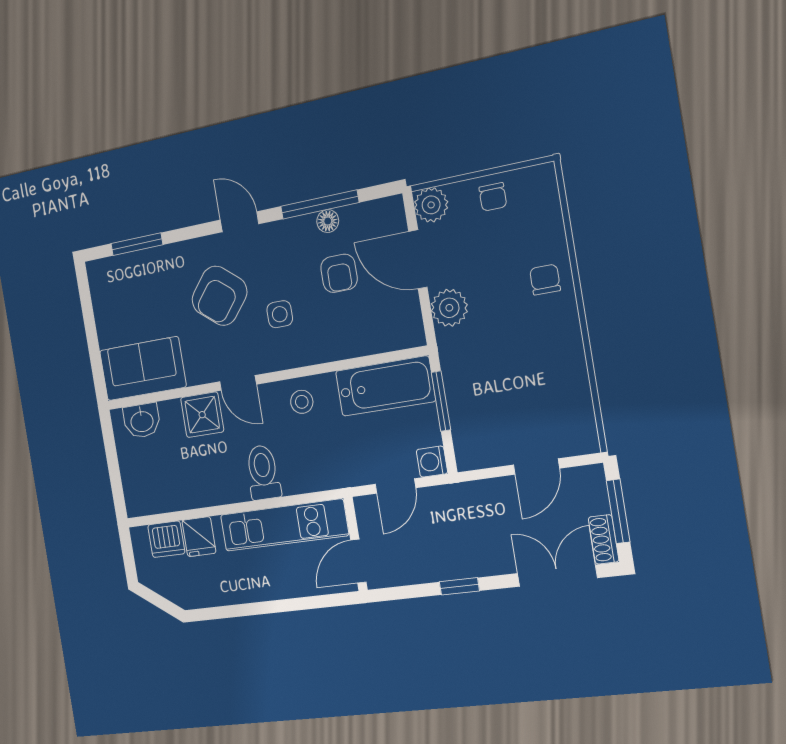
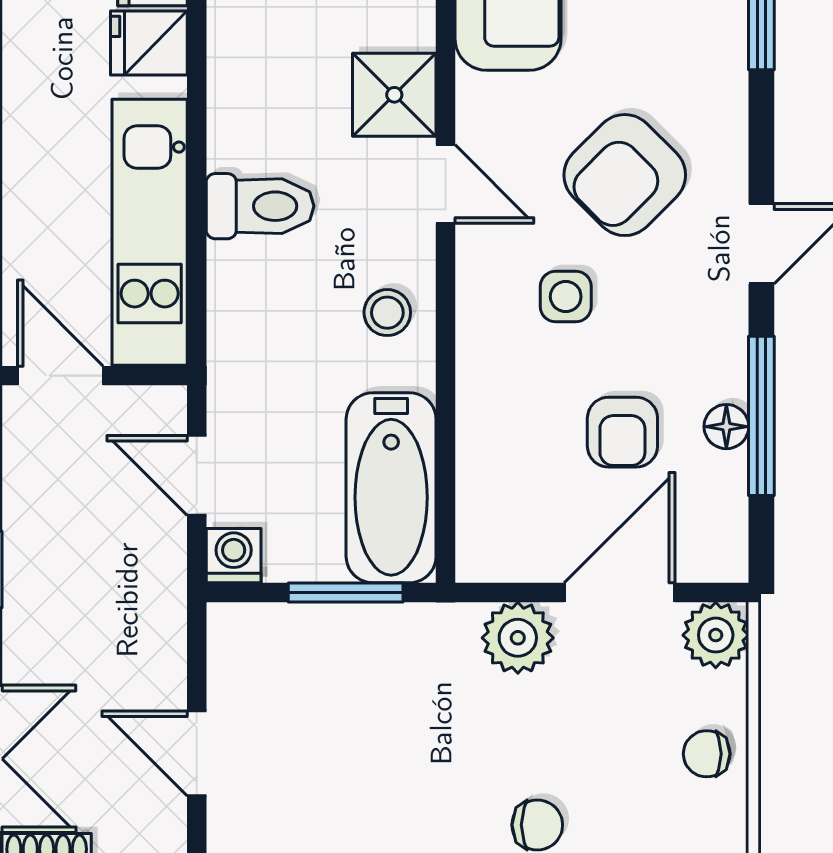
armchair: (339, 273) -> (622, 432), turned -90
armchair: (219, 296) -> (625, 175), turned -84
door: (238, 383) -> (446, 184), swing flipped

